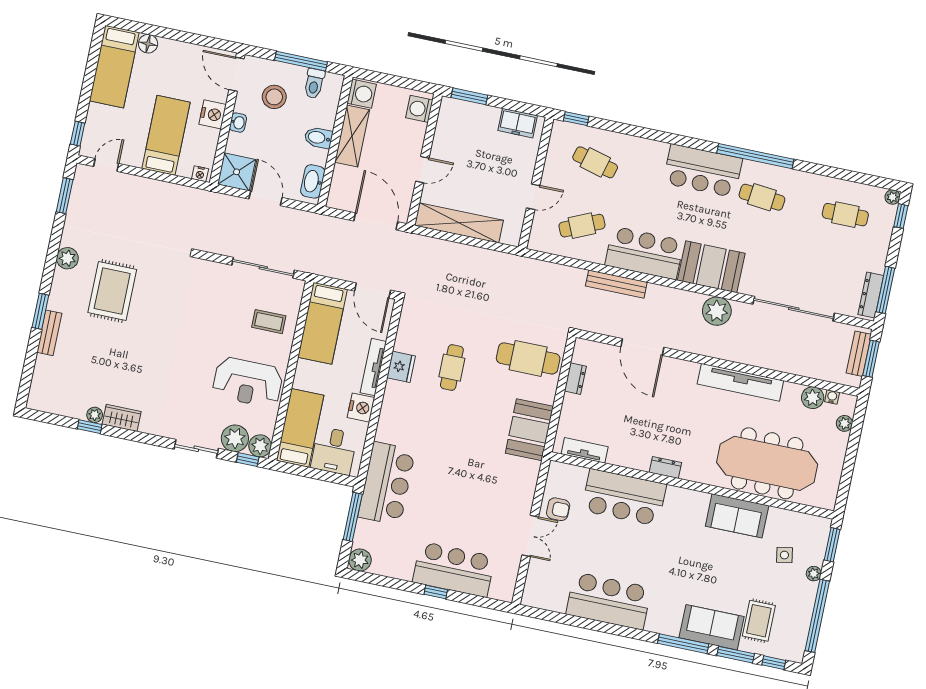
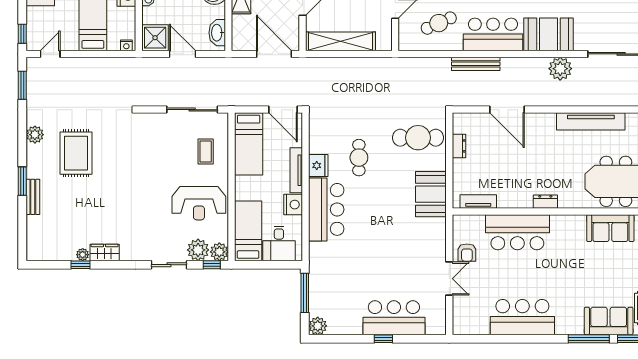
coffee table: (269, 322) -> (206, 151), turned 90
bar counter: (387, 483) -> (326, 209), moved
armchair: (558, 509) -> (467, 253), turned 90

